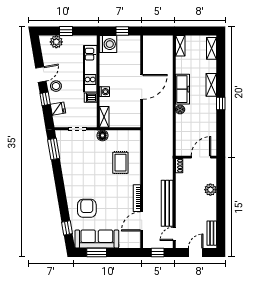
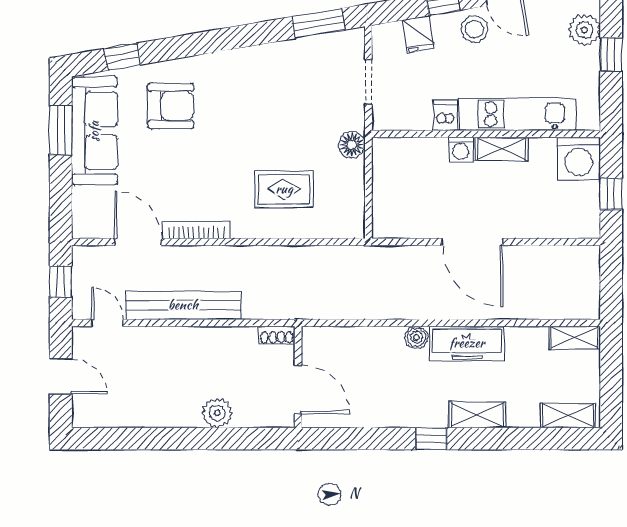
shelving: (104, 117) -> (502, 149), moved
bench: (212, 233) -> (109, 416), removed

